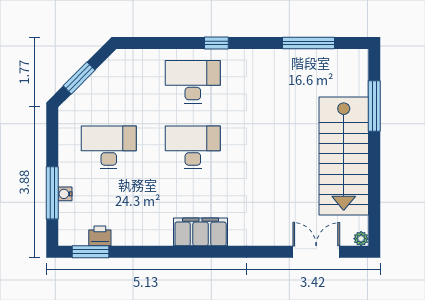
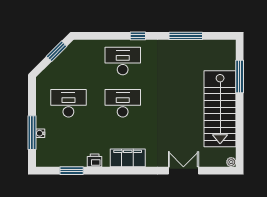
window: (309, 43) -> (186, 36), moved
window: (79, 78) -> (57, 51), moved
printer: (100, 236) -> (95, 160), moved
window: (91, 252) -> (72, 171), moved
double door: (316, 252) -> (183, 171), moved

